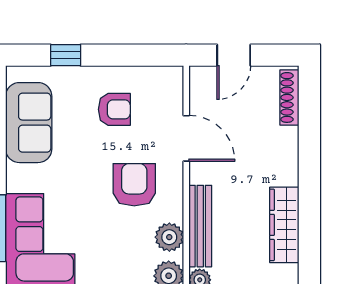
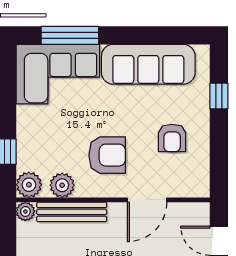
sofa: (29, 123) -> (148, 64), width x1.36

